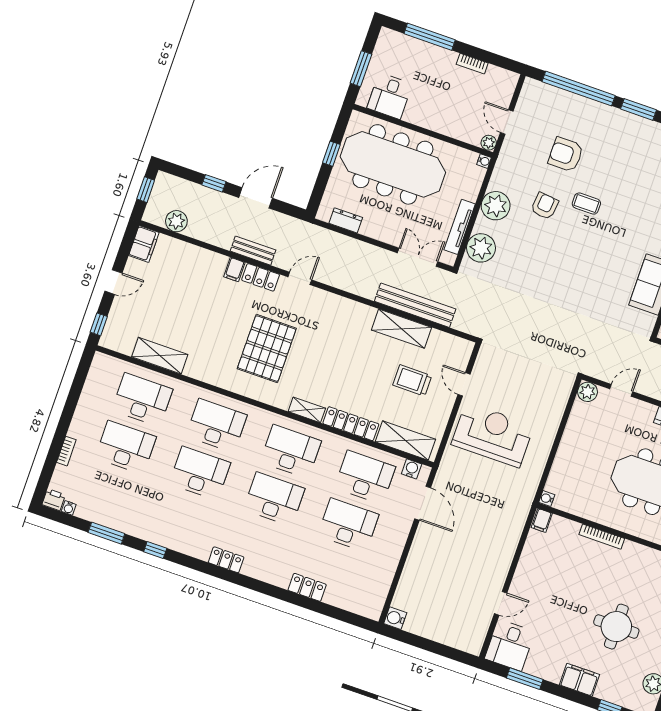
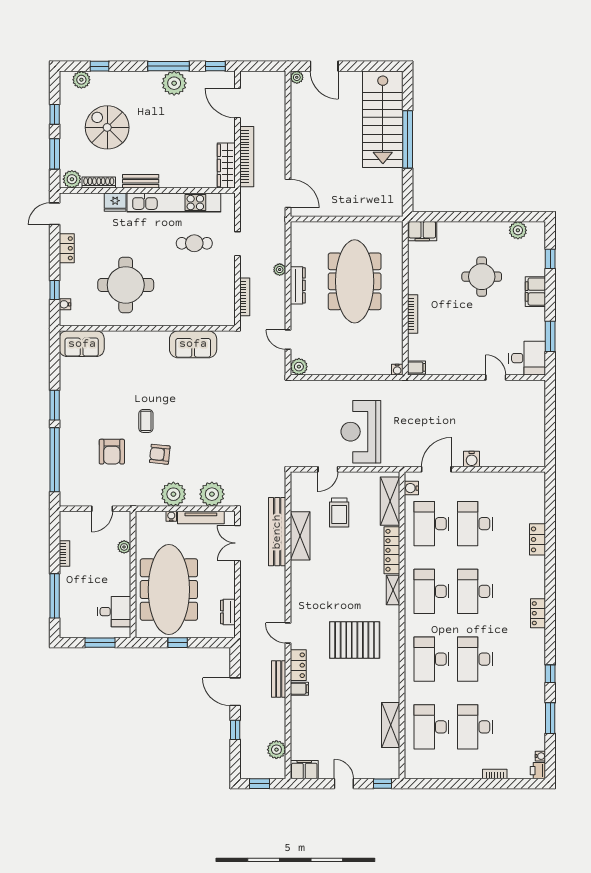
plant: (489, 143) -> (124, 547), moved
water cooler: (484, 161) -> (171, 516), moved
water cooler: (395, 618) -> (472, 459), moved

